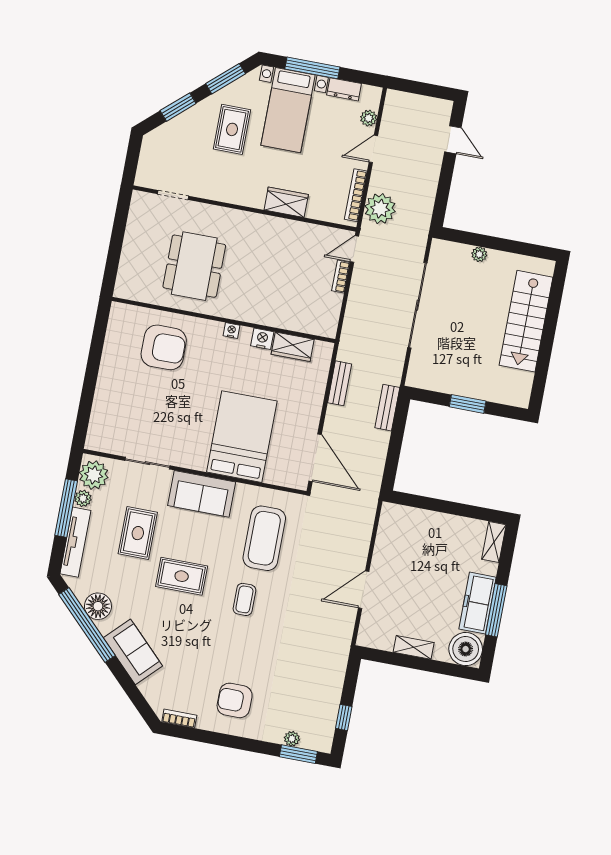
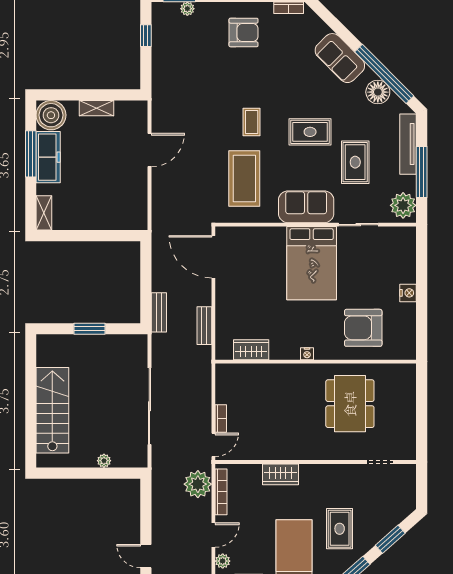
nightstand: (262, 339) -> (408, 293), moved, turned -90
bed: (242, 437) -> (312, 263), moved
plant: (83, 498) -> (409, 183), removed

